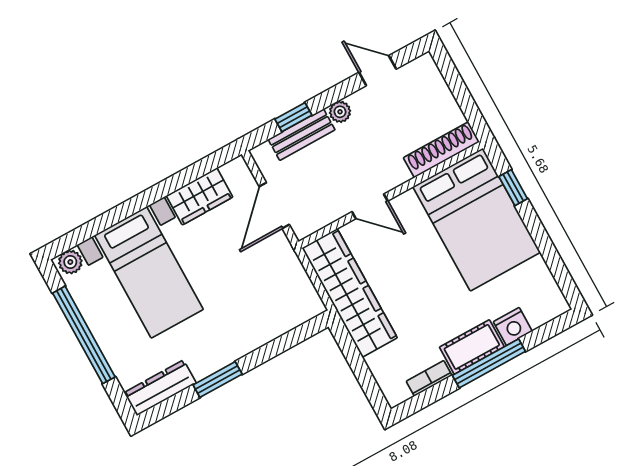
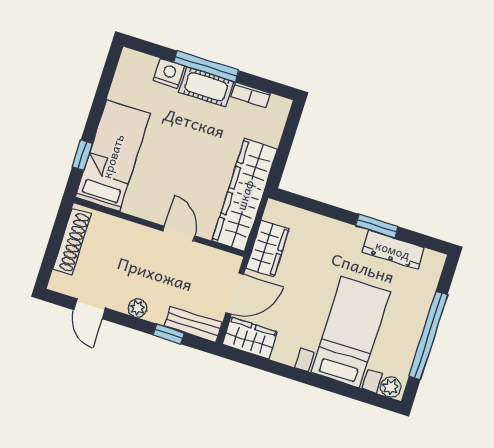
bench: (302, 135) -> (193, 324), moved
shoe rack: (441, 150) -> (72, 241), moved, turned -90
wardrobe: (200, 196) -> (250, 338), moved
bed: (477, 219) -> (113, 156), width x0.67
wardrobe: (286, 269) -> (268, 248), added
dresser: (160, 388) -> (393, 250), moved

